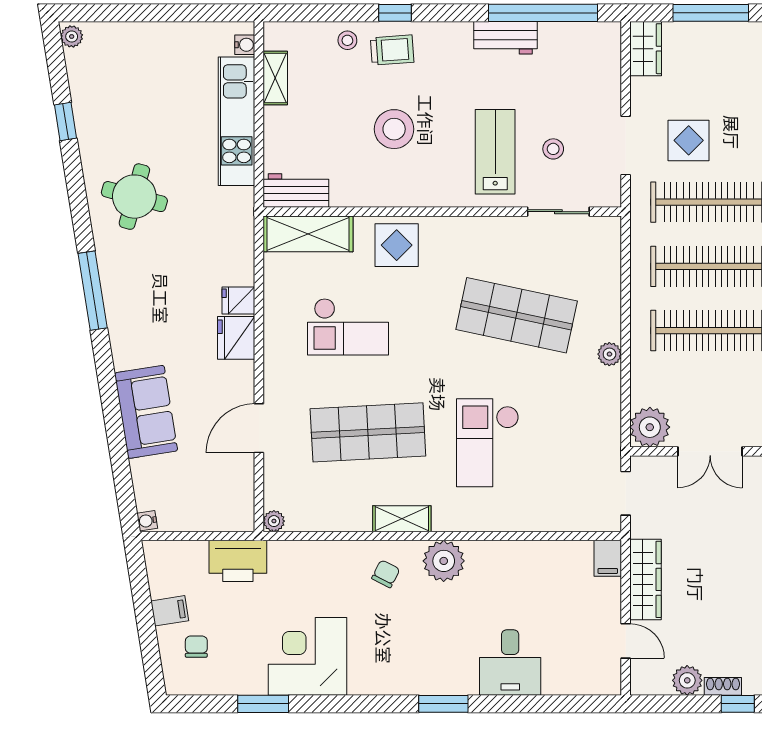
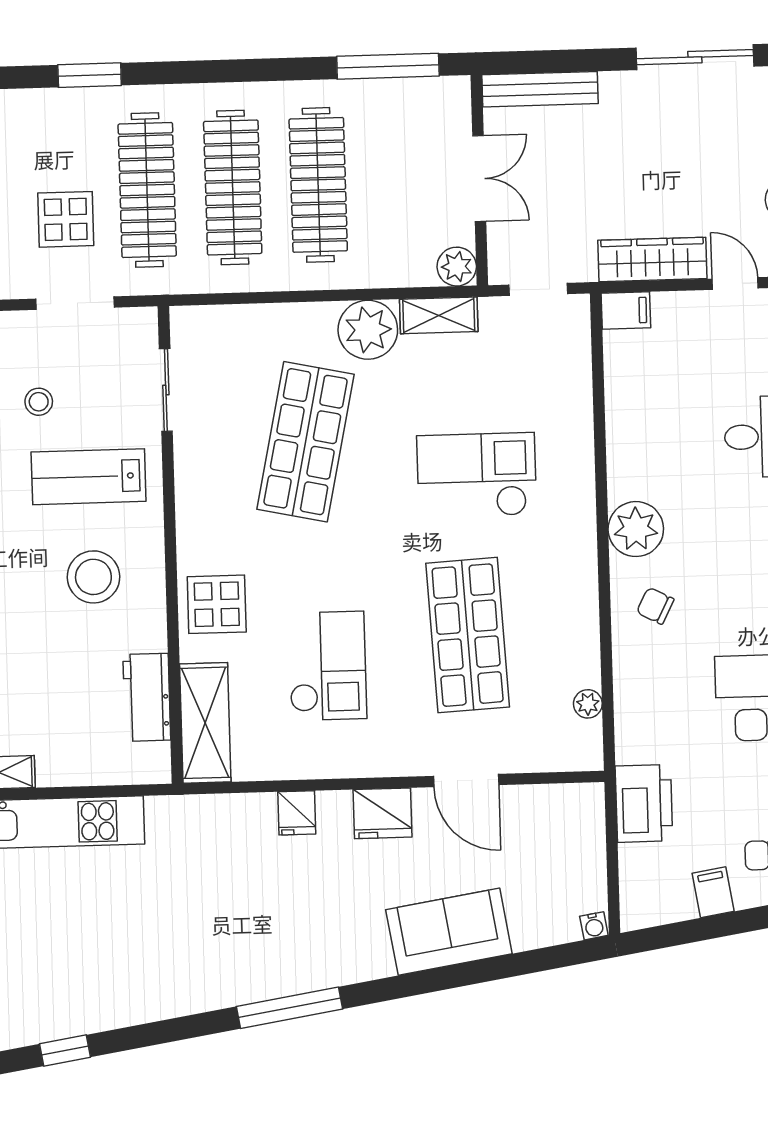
stool: (394, 129) -> (93, 577), moved
stool: (553, 149) -> (39, 402), moved
workbench: (296, 191) -> (147, 697), moved
round table: (134, 197) -> (162, 956), removed
fridge: (236, 338) -> (383, 813), moved
plant: (609, 354) -> (368, 330), width x1.87, depth x1.87
plant: (650, 427) -> (457, 267), width x0.73, depth x0.73
checkout: (488, 443) -> (477, 475), turned 180
shelving: (402, 519) -> (439, 315), moved, turned 90
plant: (274, 521) -> (588, 704), moved
door: (626, 641) -> (735, 284), hinge flipped

